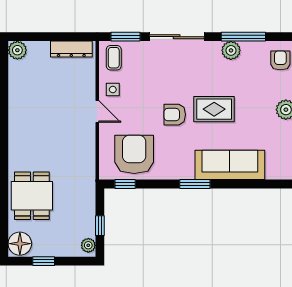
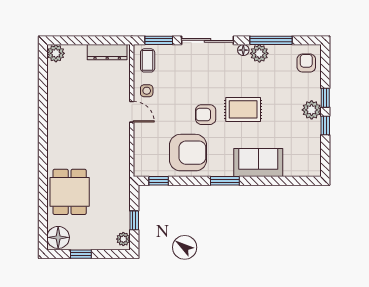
floor lamp: (214, 47) -> (243, 50), added
armchair: (134, 154) -> (188, 153), moved, turned 90
sofa: (230, 165) -> (258, 163), width x0.73

